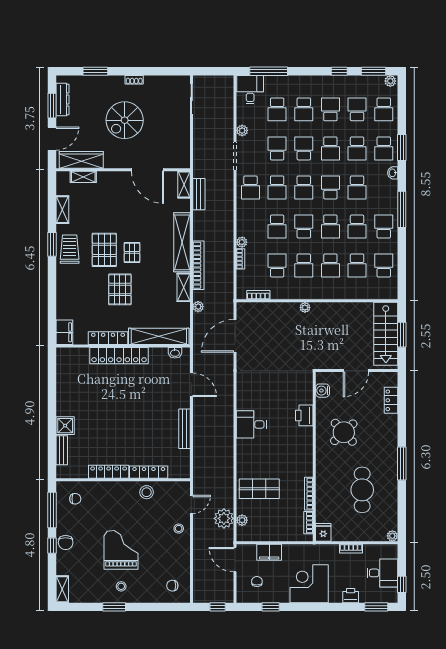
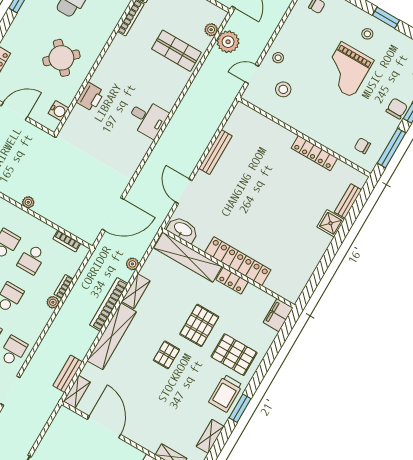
pallet: (104, 250) -> (234, 355), moved, turned 90
locker: (108, 338) -> (232, 281), width x0.66
washbasin: (175, 353) -> (183, 230), width x1.91, depth x1.45
locker: (149, 472) -> (275, 130), removed
stool: (147, 492) -> (283, 89), moved

